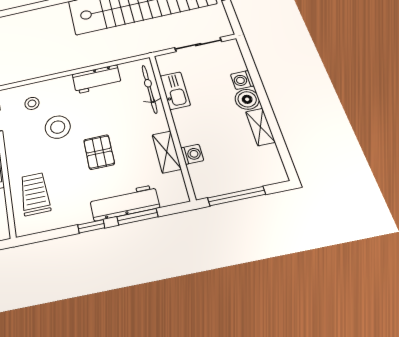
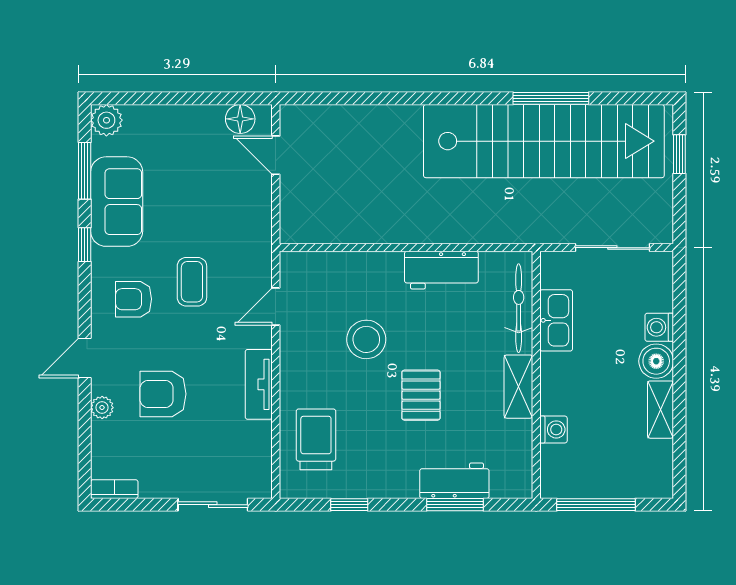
stool: (32, 103) -> (332, 288), removed
shelving: (167, 152) -> (518, 387), moved
workbench: (124, 203) -> (454, 481), width x0.73
window: (91, 226) -> (349, 505), moved

